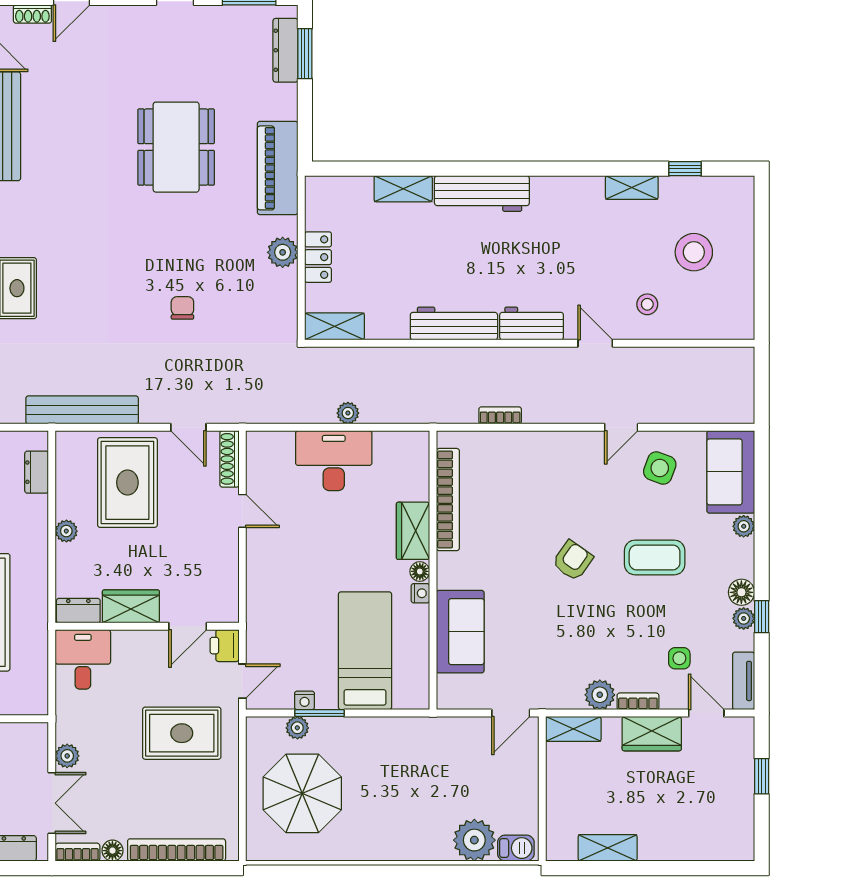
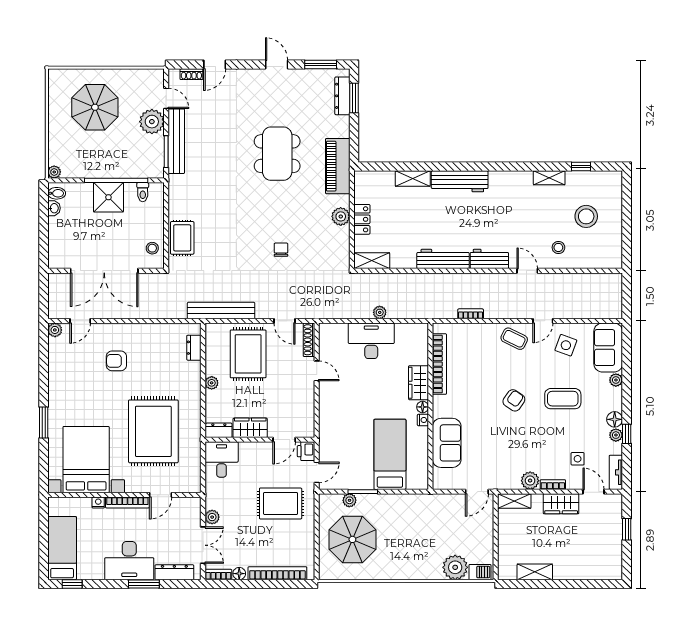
coffee table: (573, 457) -> (514, 339), added
nightstand: (305, 700) -> (354, 484), removed

